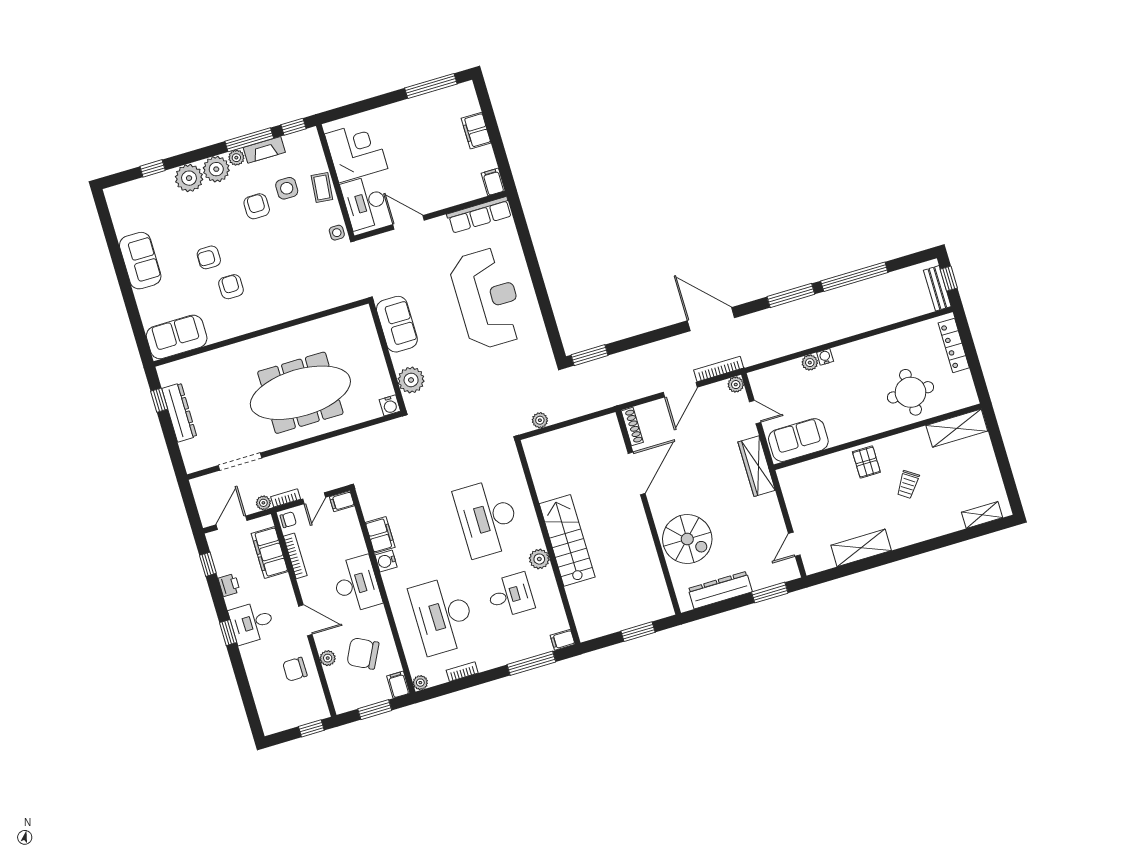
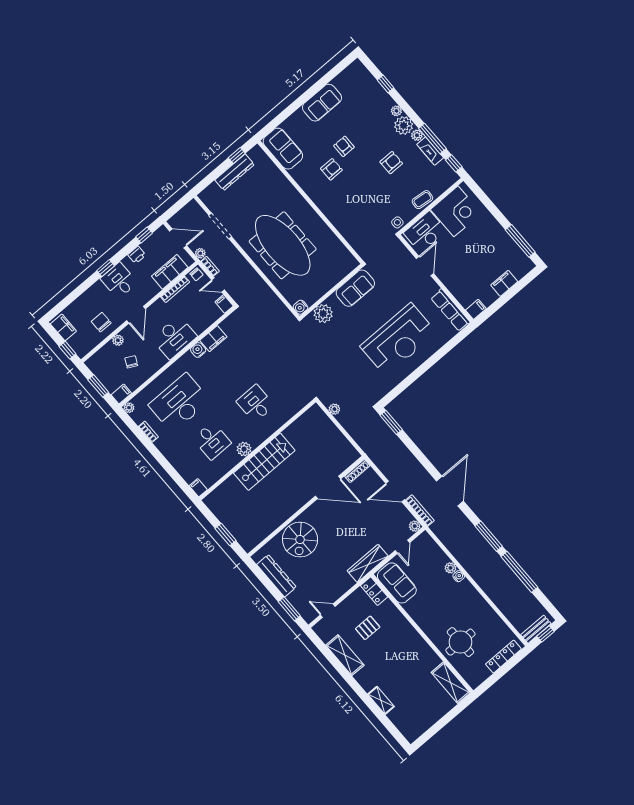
plant: (189, 178) -> (396, 111), width x0.53, depth x0.53
side table: (287, 188) -> (412, 177), removed
pallet: (866, 462) -> (368, 628), moved
locker: (796, 474) -> (374, 591), added
trolley: (908, 484) -> (400, 667), removed
shelving: (982, 515) -> (381, 700), moved
desk: (487, 518) -> (256, 403), width x0.53, depth x0.77
chair: (363, 653) -> (131, 362), width x0.54, depth x0.54
window: (531, 663) -> (174, 474), removed
filing cabinet: (280, 721) -> (63, 327), added

